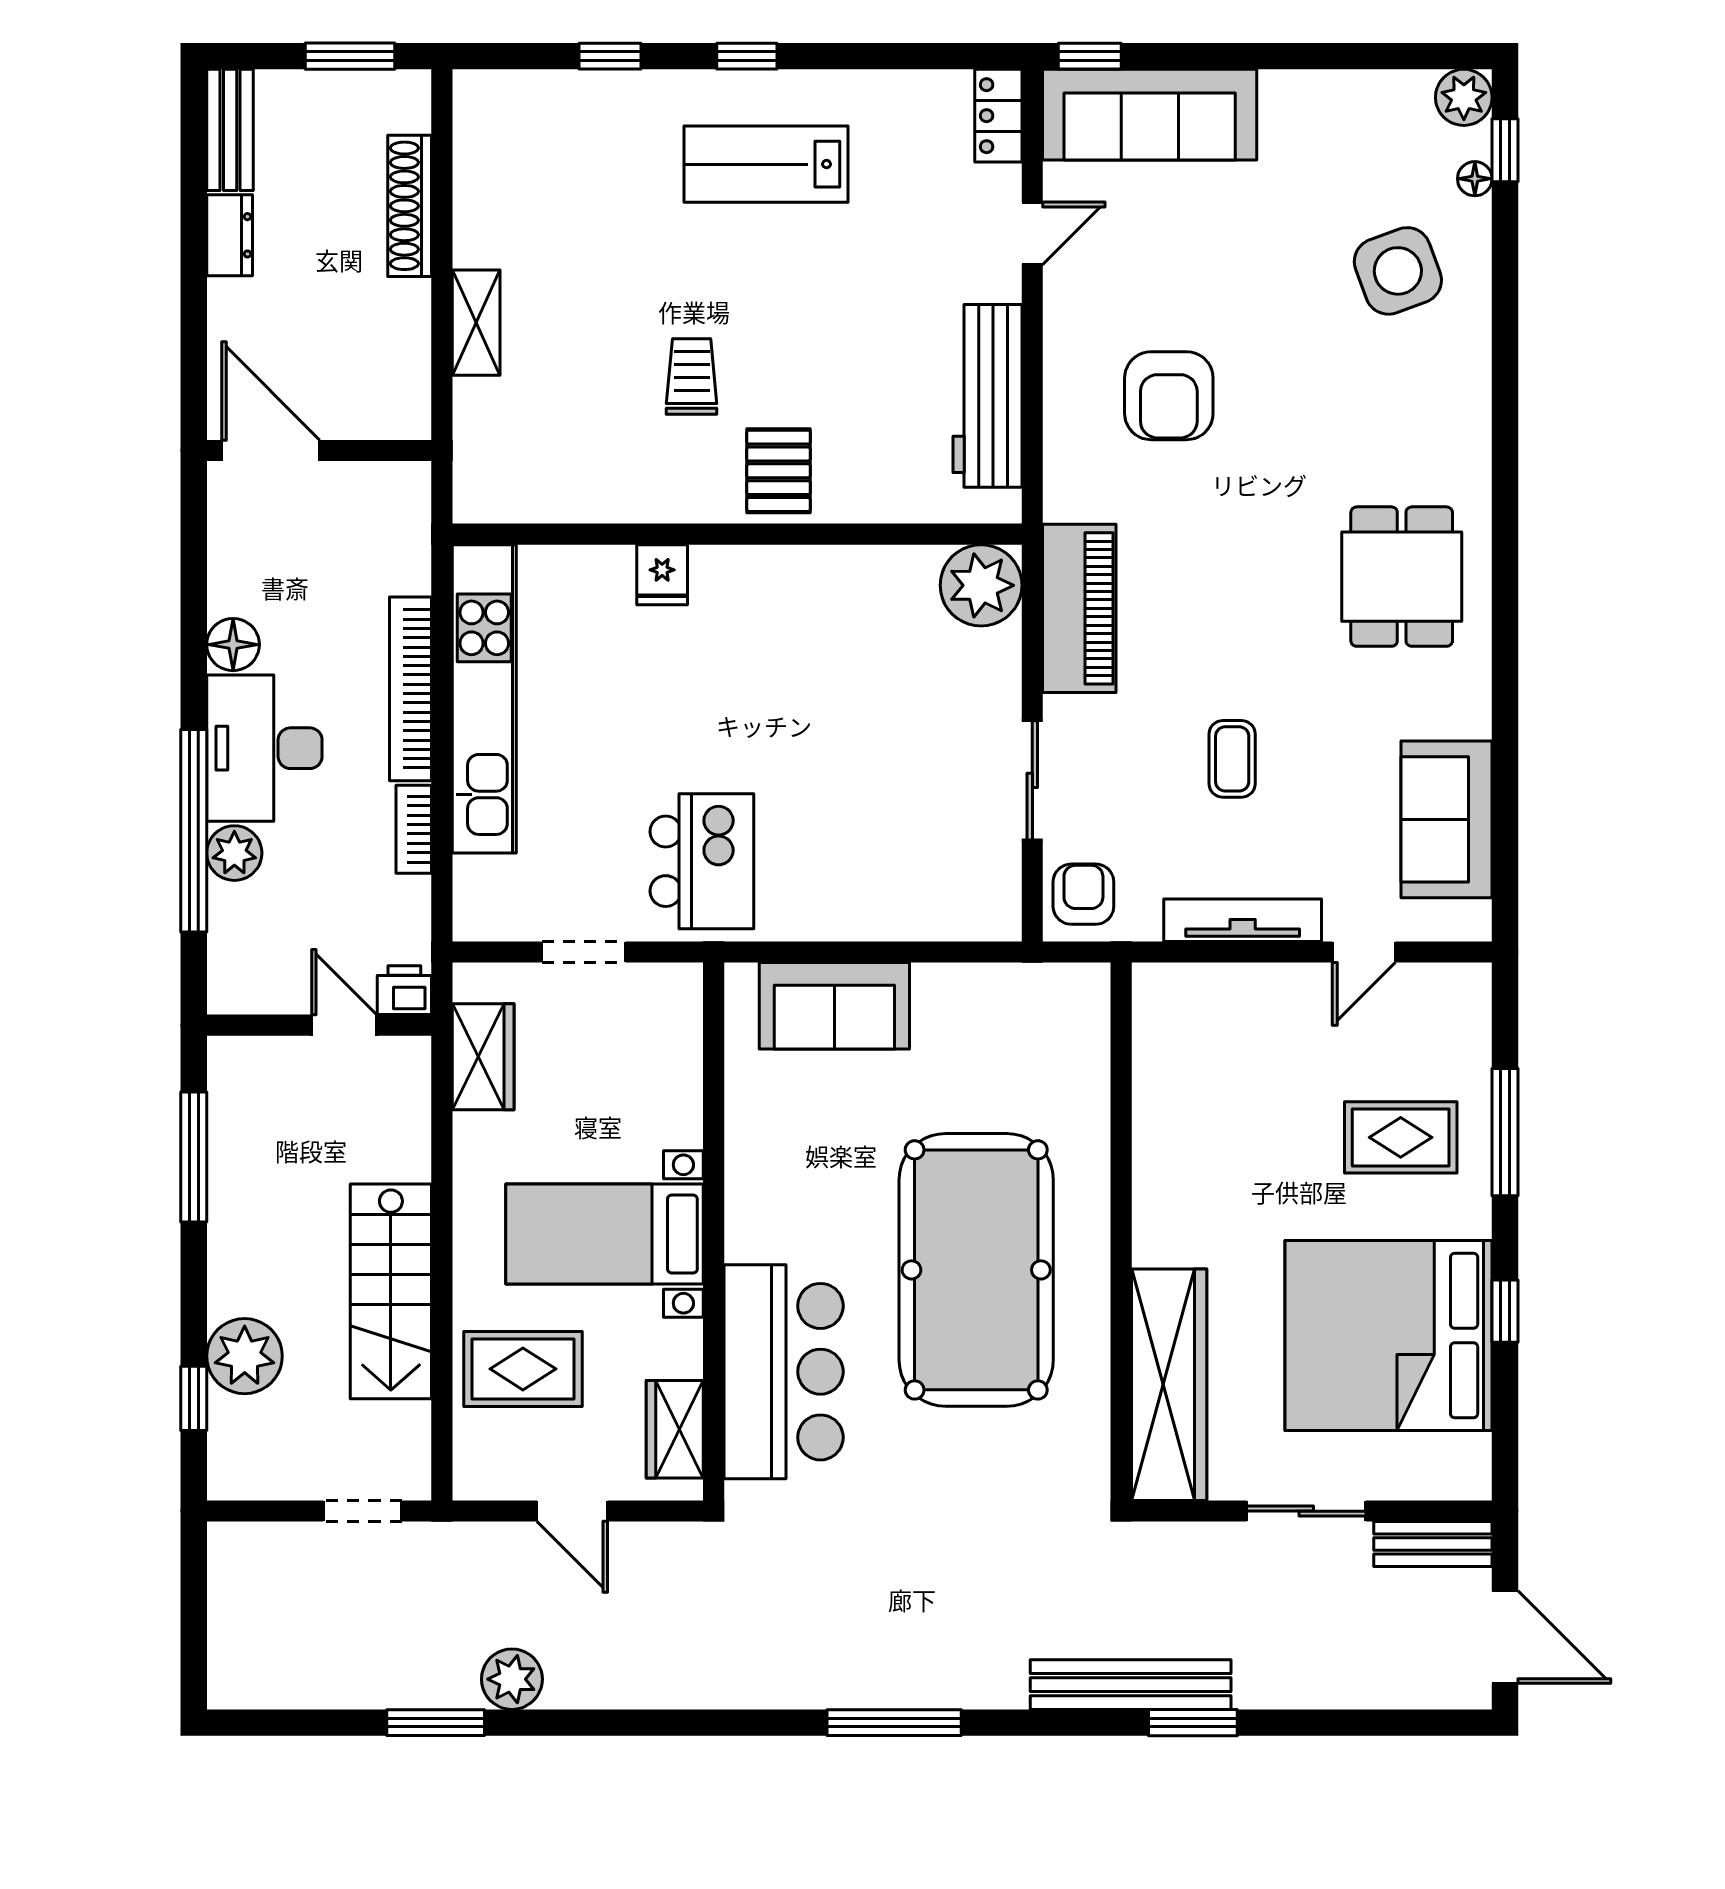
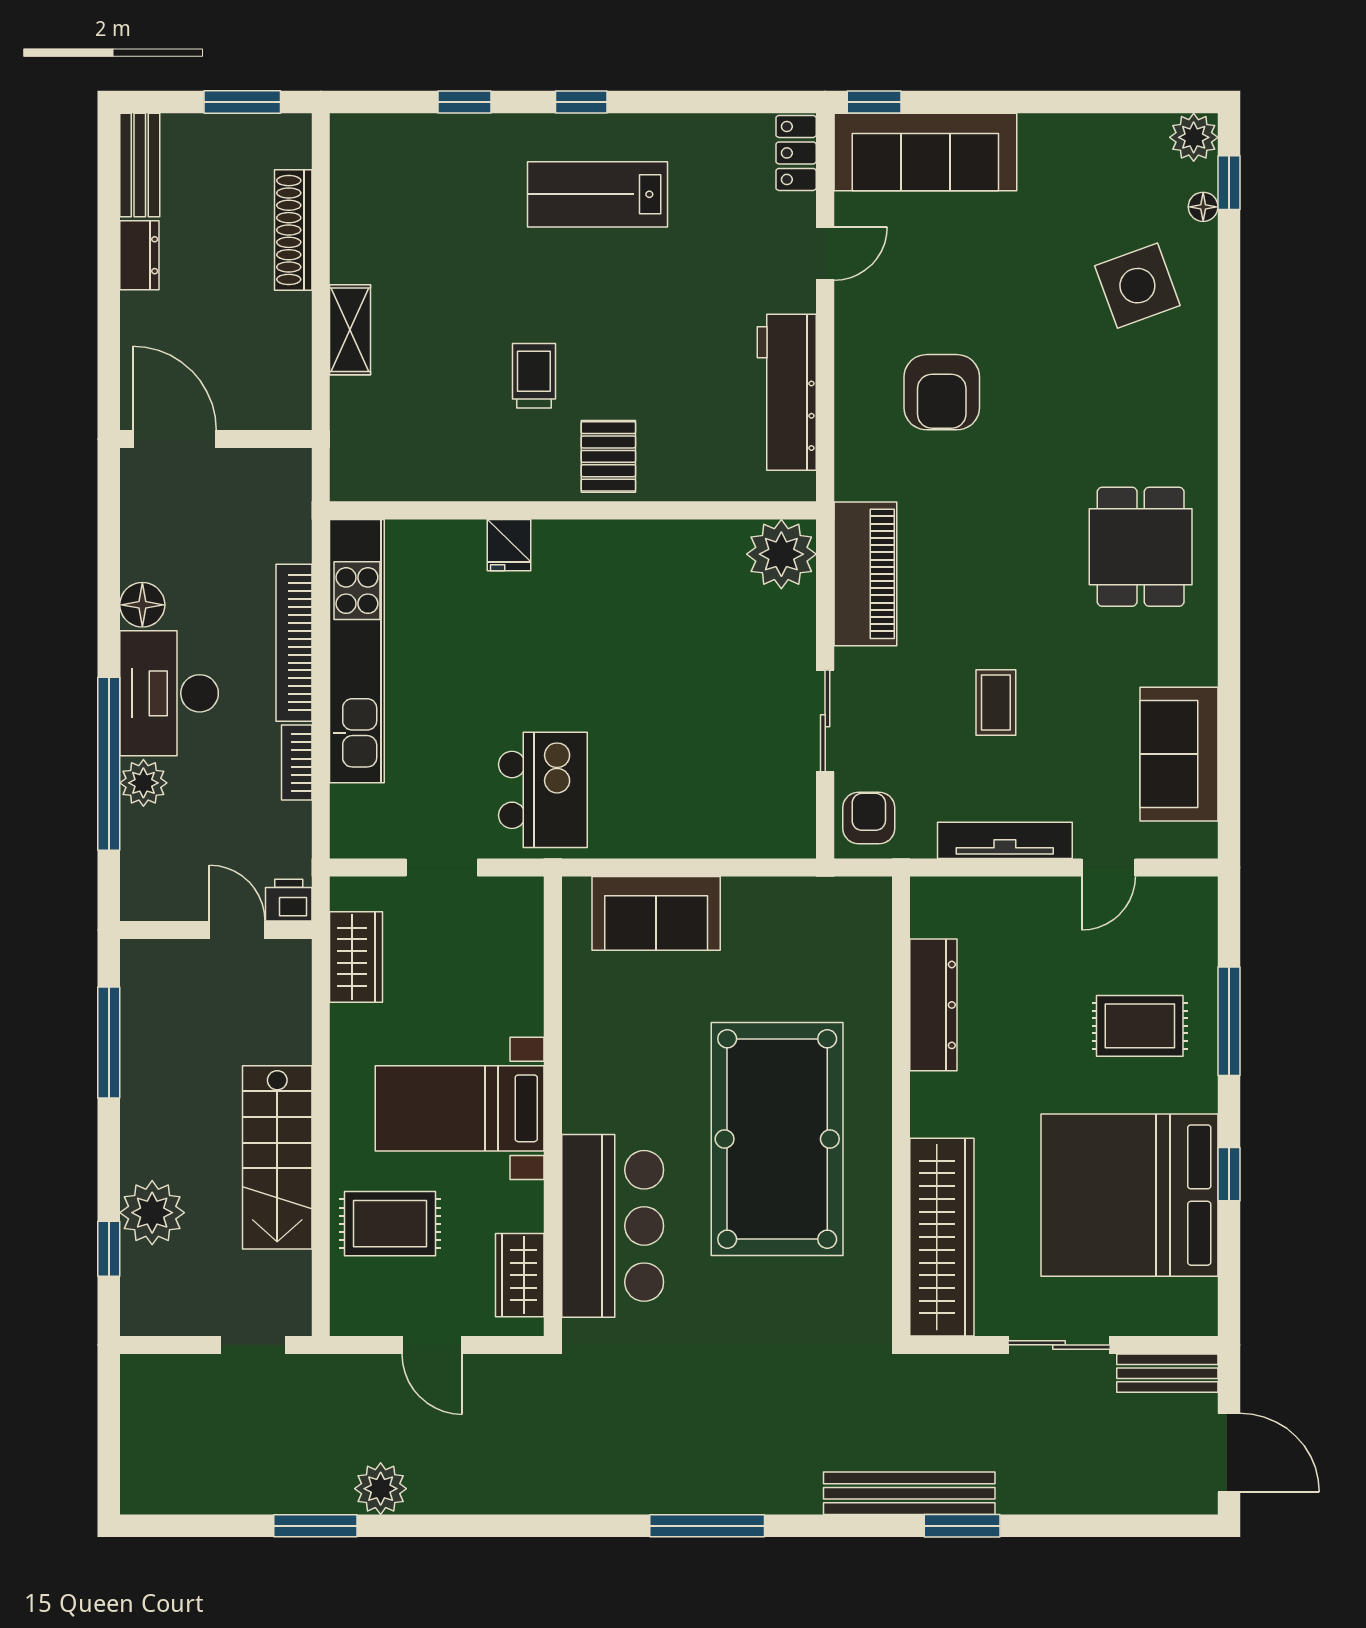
dresser: (1159, 1113) -> (933, 1005), added

